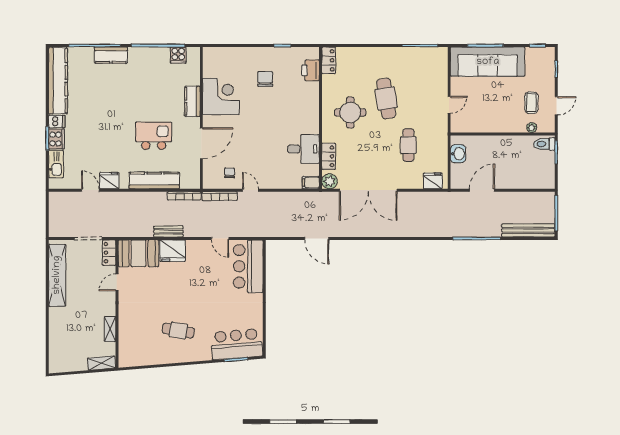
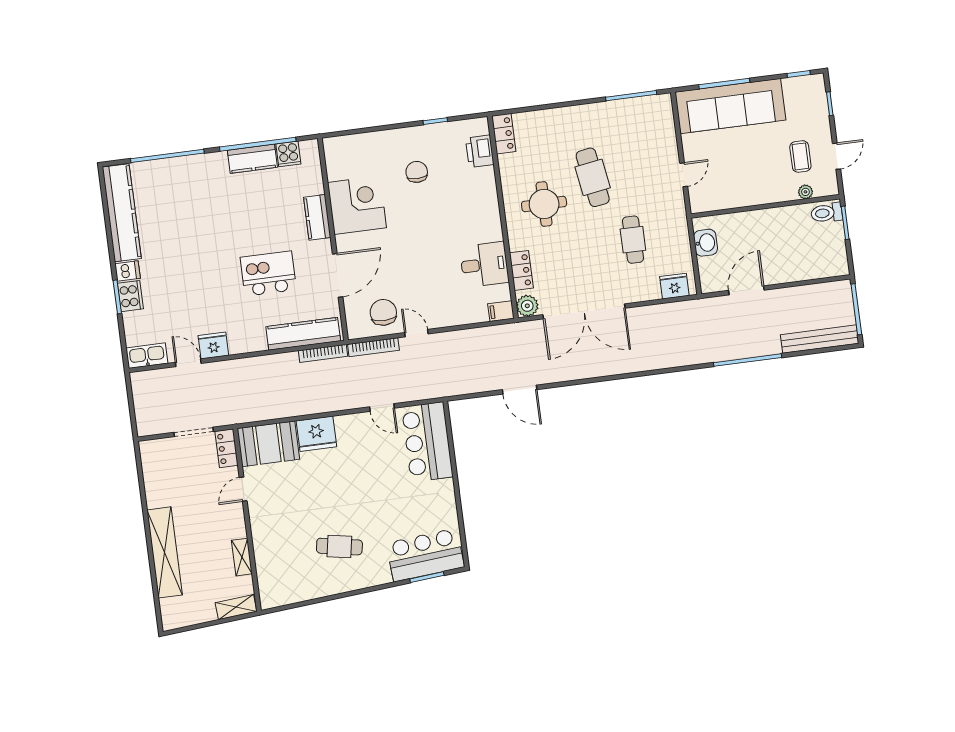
kitchen counter: (111, 55) -> (252, 159), moved
kitchen sink: (56, 164) -> (147, 356), moved, turned -90
chair: (230, 173) -> (383, 312), width x1.87, depth x1.87
kitchen counter: (154, 180) -> (303, 334), moved
bench: (168, 231) -> (307, 407), removed
shelving: (57, 275) -> (165, 552), moved

